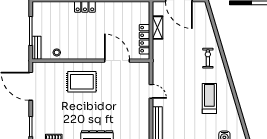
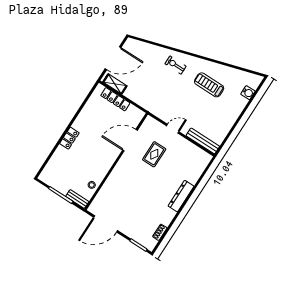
shelving: (157, 28) -> (115, 84), moved
locker: (144, 39) -> (115, 99), moved
rug: (82, 82) -> (154, 154), moved, width x0.73, depth x0.70

